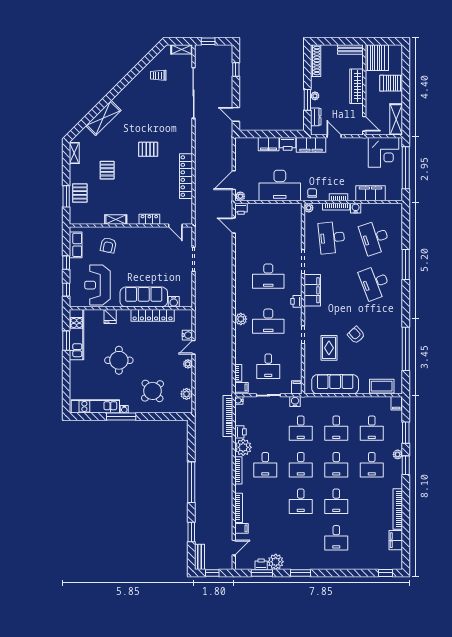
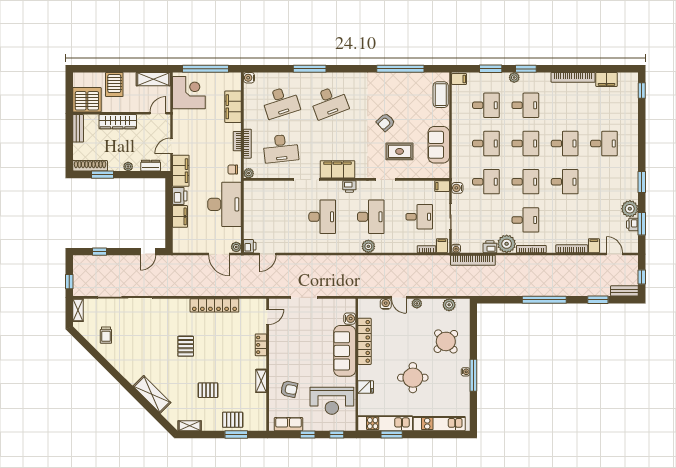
window: (307, 100) -> (103, 175), moved
water cooler: (356, 208) -> (249, 78), moved
sofa: (335, 384) -> (439, 145), width x0.73
kitchen unit: (95, 406) -> (439, 424), moved, turned 90

